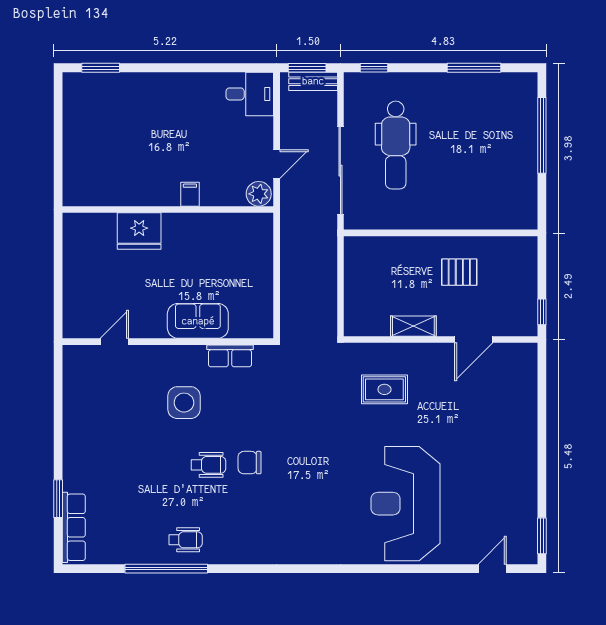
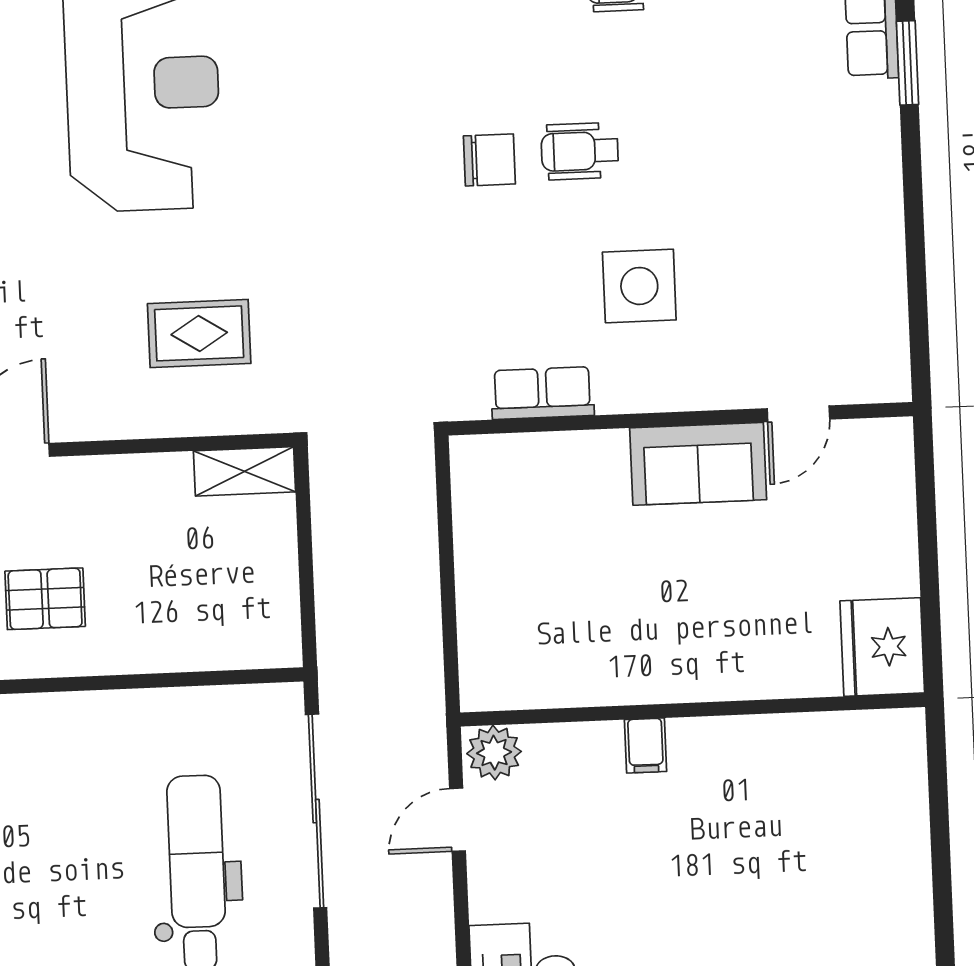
fridge: (139, 231) -> (882, 647), moved, turned -90
sofa: (198, 321) -> (698, 464), moved
shelving: (413, 326) -> (245, 471), moved

